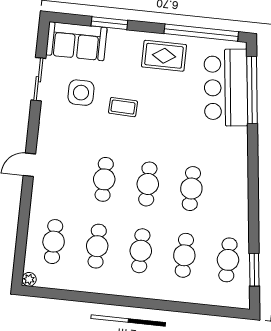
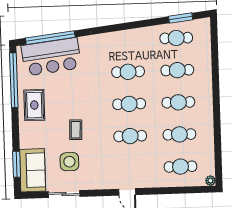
window: (109, 23) -> (17, 164), moved

